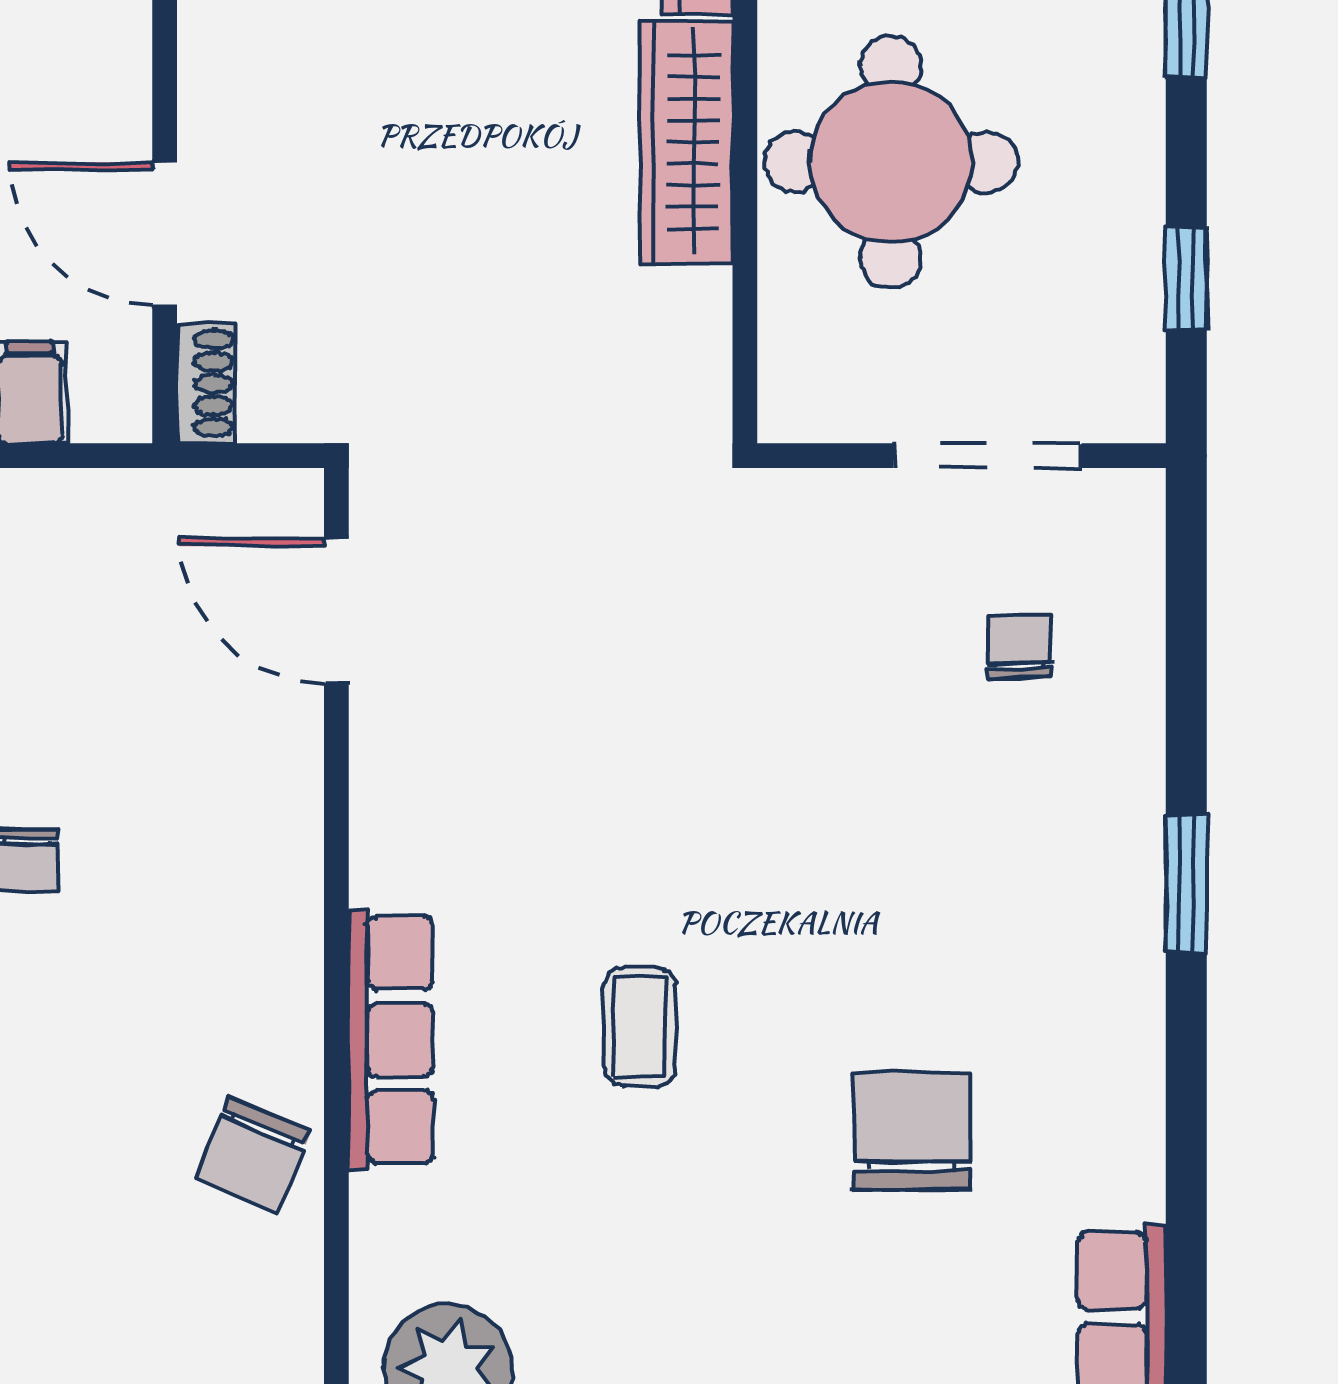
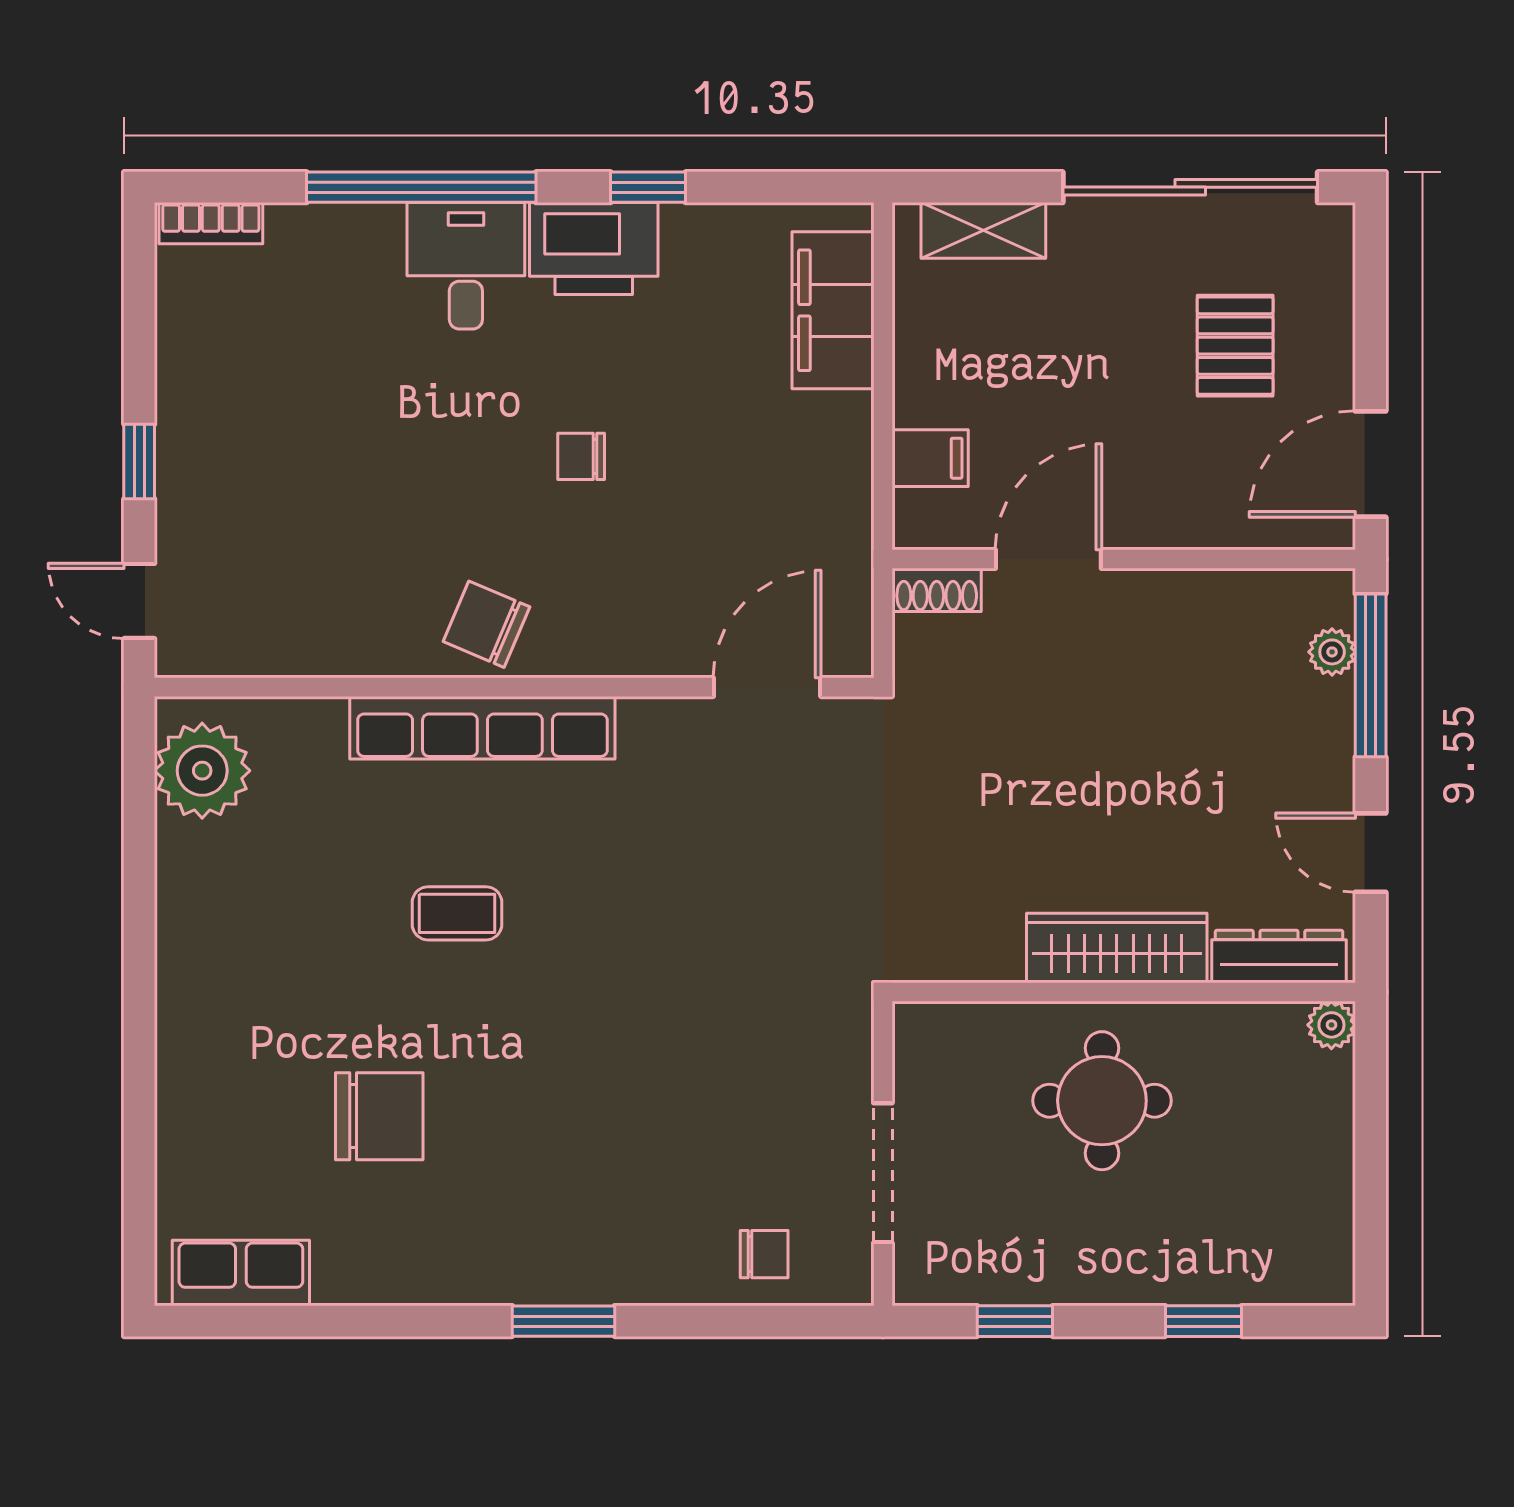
round table: (891, 162) -> (1102, 1101), width x0.73, depth x0.73
chair: (1019, 646) -> (764, 1254), moved
row of seats: (391, 1040) -> (482, 728), width x1.36
chair: (253, 1155) -> (486, 624), moved

